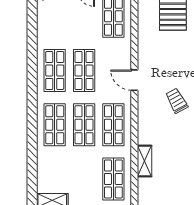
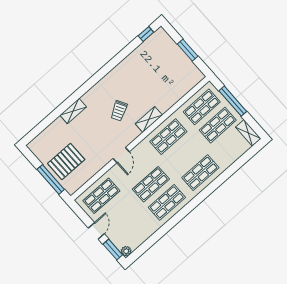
door: (134, 80) -> (121, 155), moved
shop shelf: (84, 125) -> (218, 125), moved
shelving: (145, 161) -> (149, 119), moved

